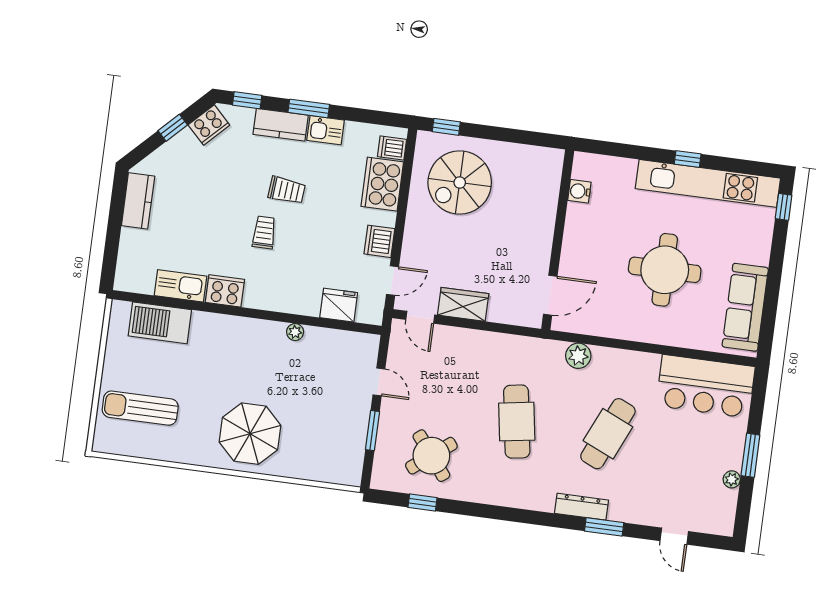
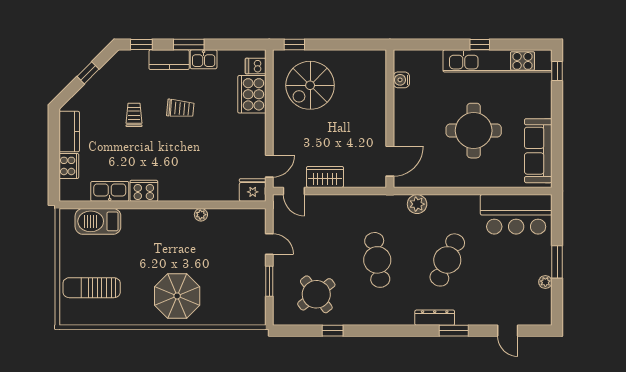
cooker: (209, 125) -> (69, 166), moved, turned -45
trolley: (264, 232) -> (134, 115), moved
dishwasher: (379, 241) -> (255, 138), removed
fridge: (339, 305) -> (253, 190), moved
window: (422, 503) -> (333, 331), moved

